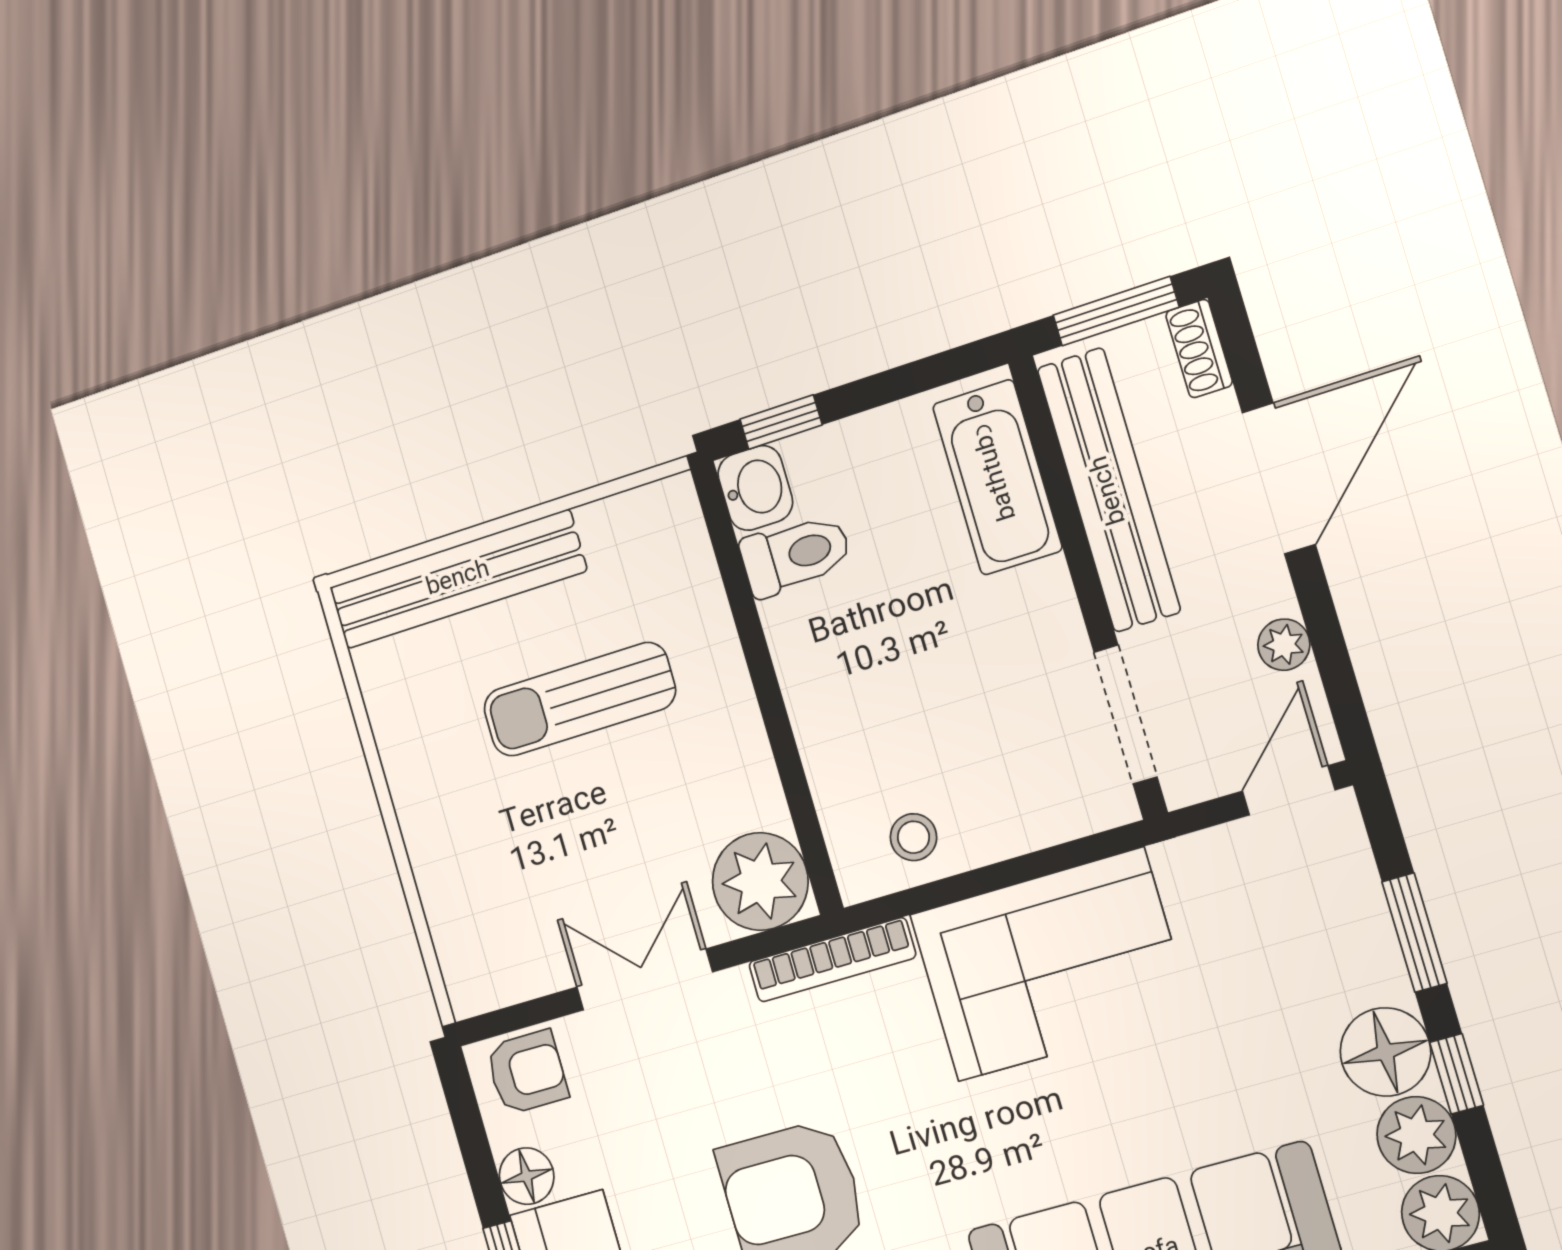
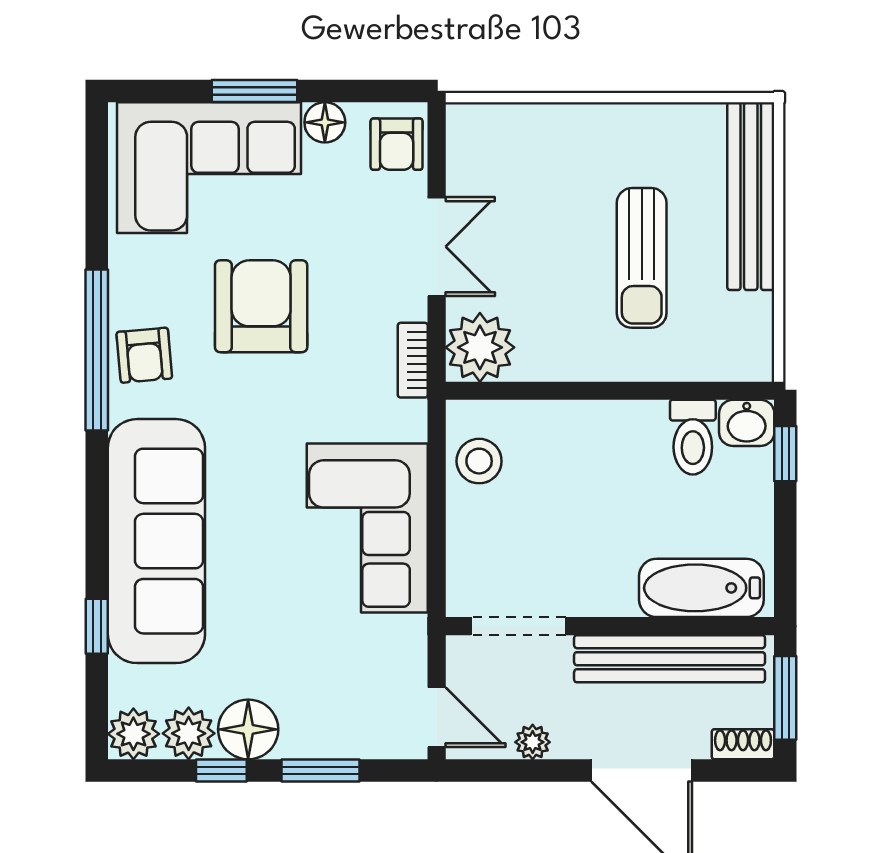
sun lounger: (579, 699) -> (642, 258), turned 180
stool: (913, 837) -> (479, 461), width x1.37, depth x1.37
bookcase: (832, 960) -> (413, 360), width x0.64

